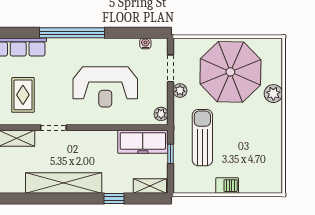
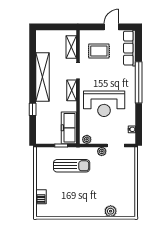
parasol: (230, 72) -> (114, 184), removed
reception desk: (105, 87) -> (104, 104), turned -90
plant: (273, 94) -> (111, 211), moved
shelving: (150, 186) -> (72, 90), moved
barbecue: (227, 186) -> (41, 197), moved

